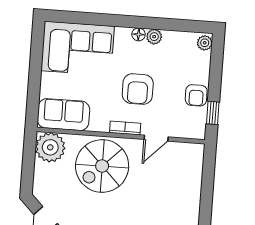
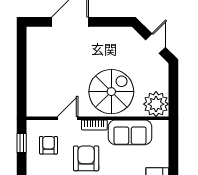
armchair: (196, 95) -> (48, 145), moved
sofa: (63, 115) -> (130, 132), moved

